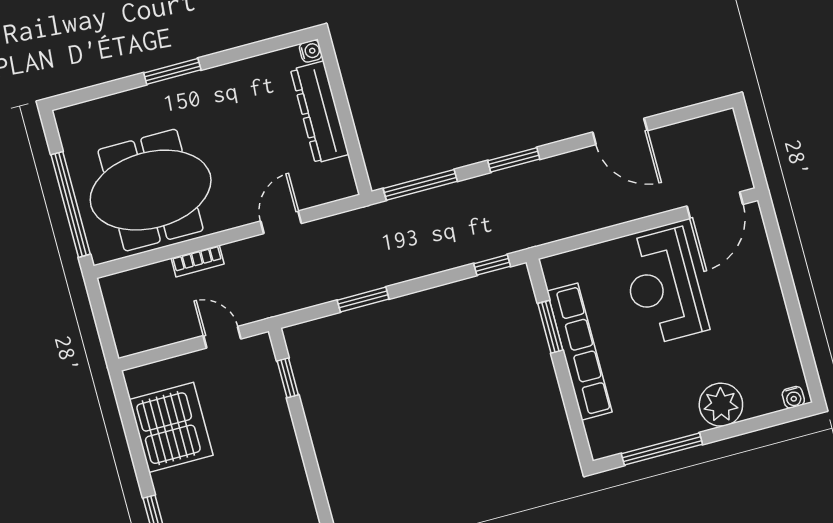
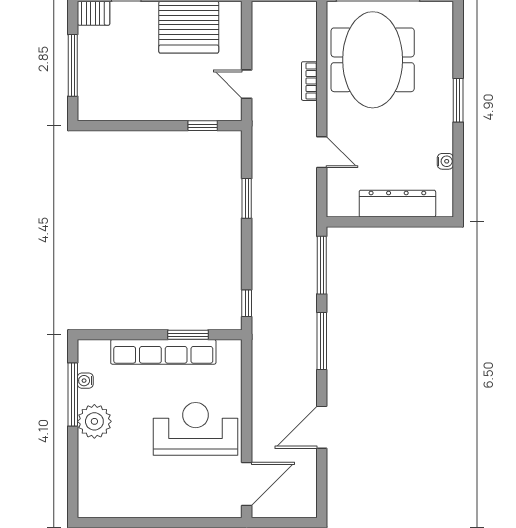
water cooler: (311, 51) -> (445, 161), moved, turned -90
window: (514, 160) -> (322, 341), width x1.44
door: (715, 205) -> (247, 484), swing flipped
door: (222, 337) -> (247, 84), swing flipped
water cooler: (793, 397) -> (85, 381), moved
plant: (721, 405) -> (94, 421), moved

